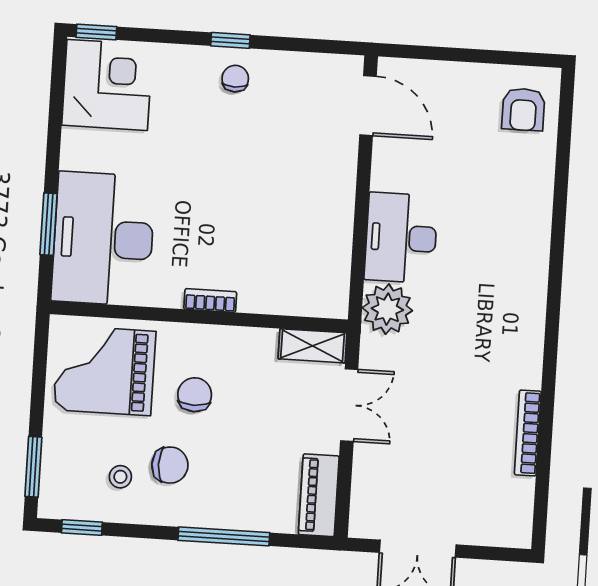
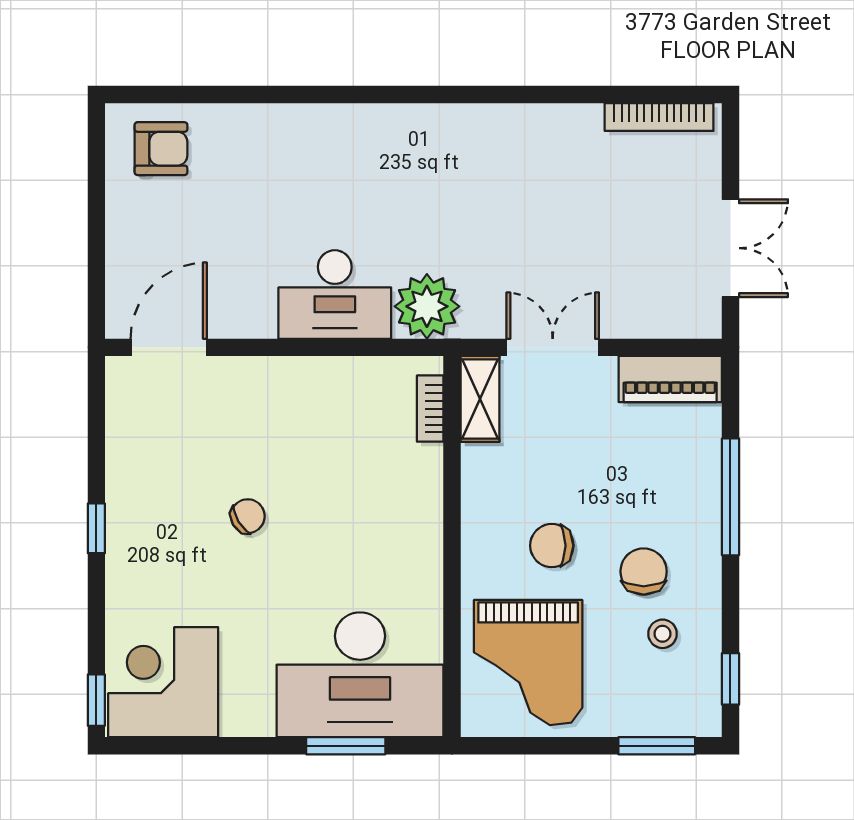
chair: (235, 79) -> (248, 516), moved, turned 149
bookcase: (210, 300) -> (430, 409), moved
bookcase: (528, 433) -> (659, 117), moved

